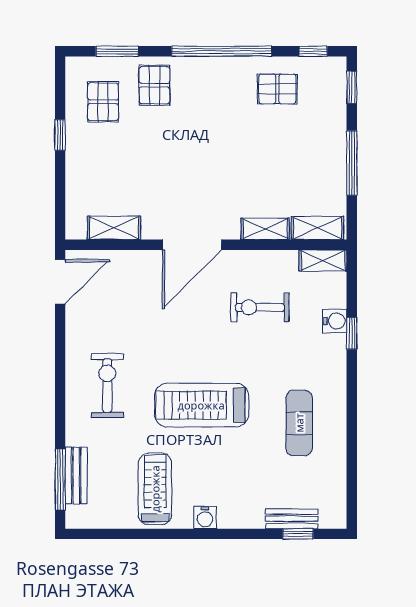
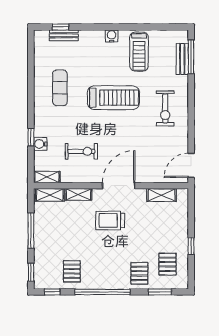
pallet: (277, 89) -> (72, 271), turned 90
trolley: (208, 181) -> (110, 220), added

